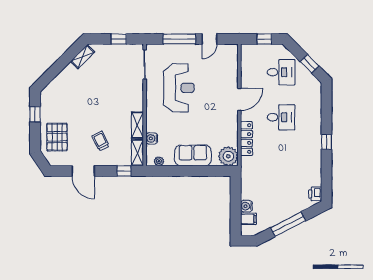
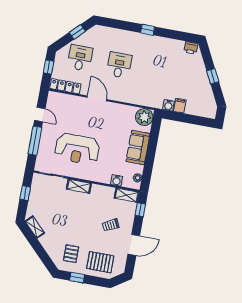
reception desk: (179, 88) -> (77, 149), turned 180
pallet: (60, 103) -> (71, 254), added
shelving: (137, 125) -> (79, 186), moved
locker: (246, 139) -> (65, 86), moved
water cooler: (246, 206) -> (168, 105), moved
filing cabinet: (248, 219) -> (180, 106), moved
window: (288, 224) -> (213, 76), width x0.46

